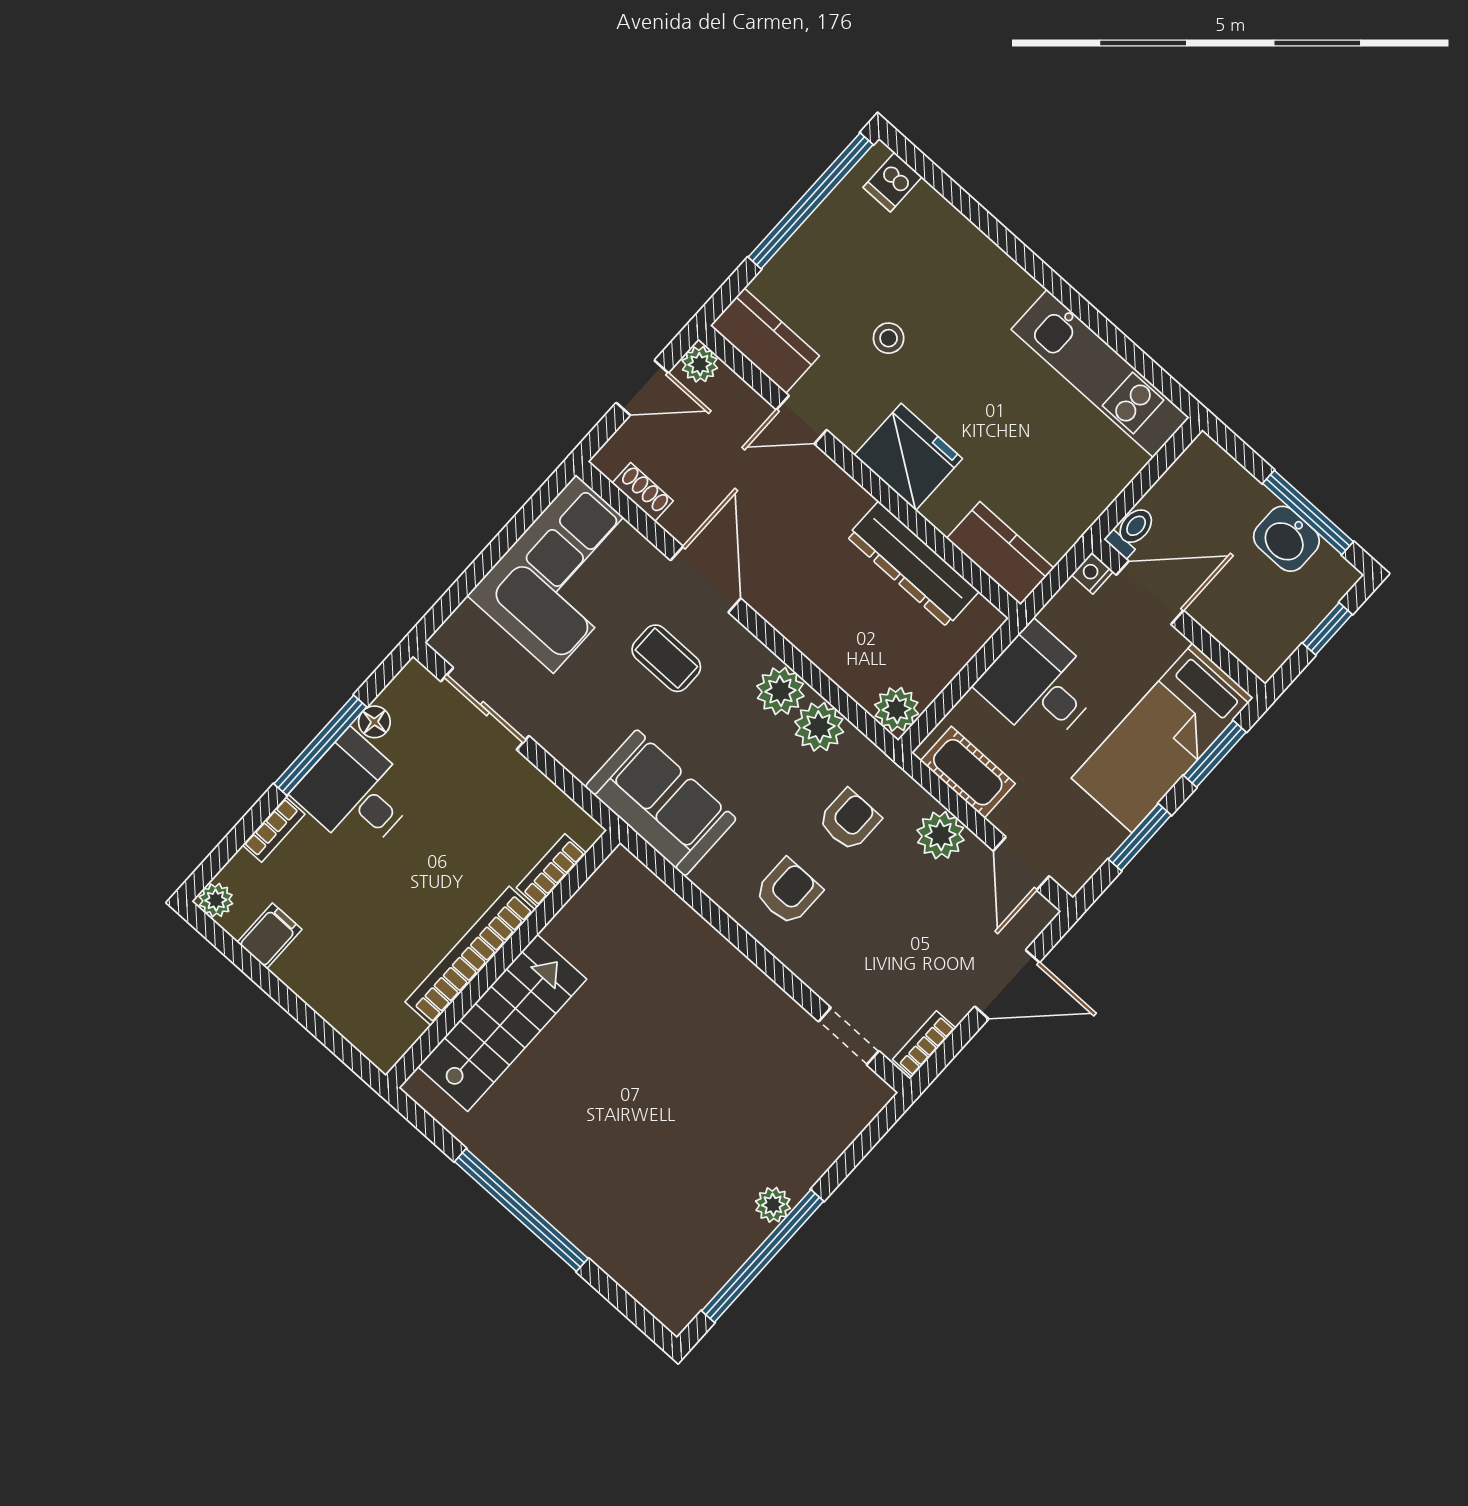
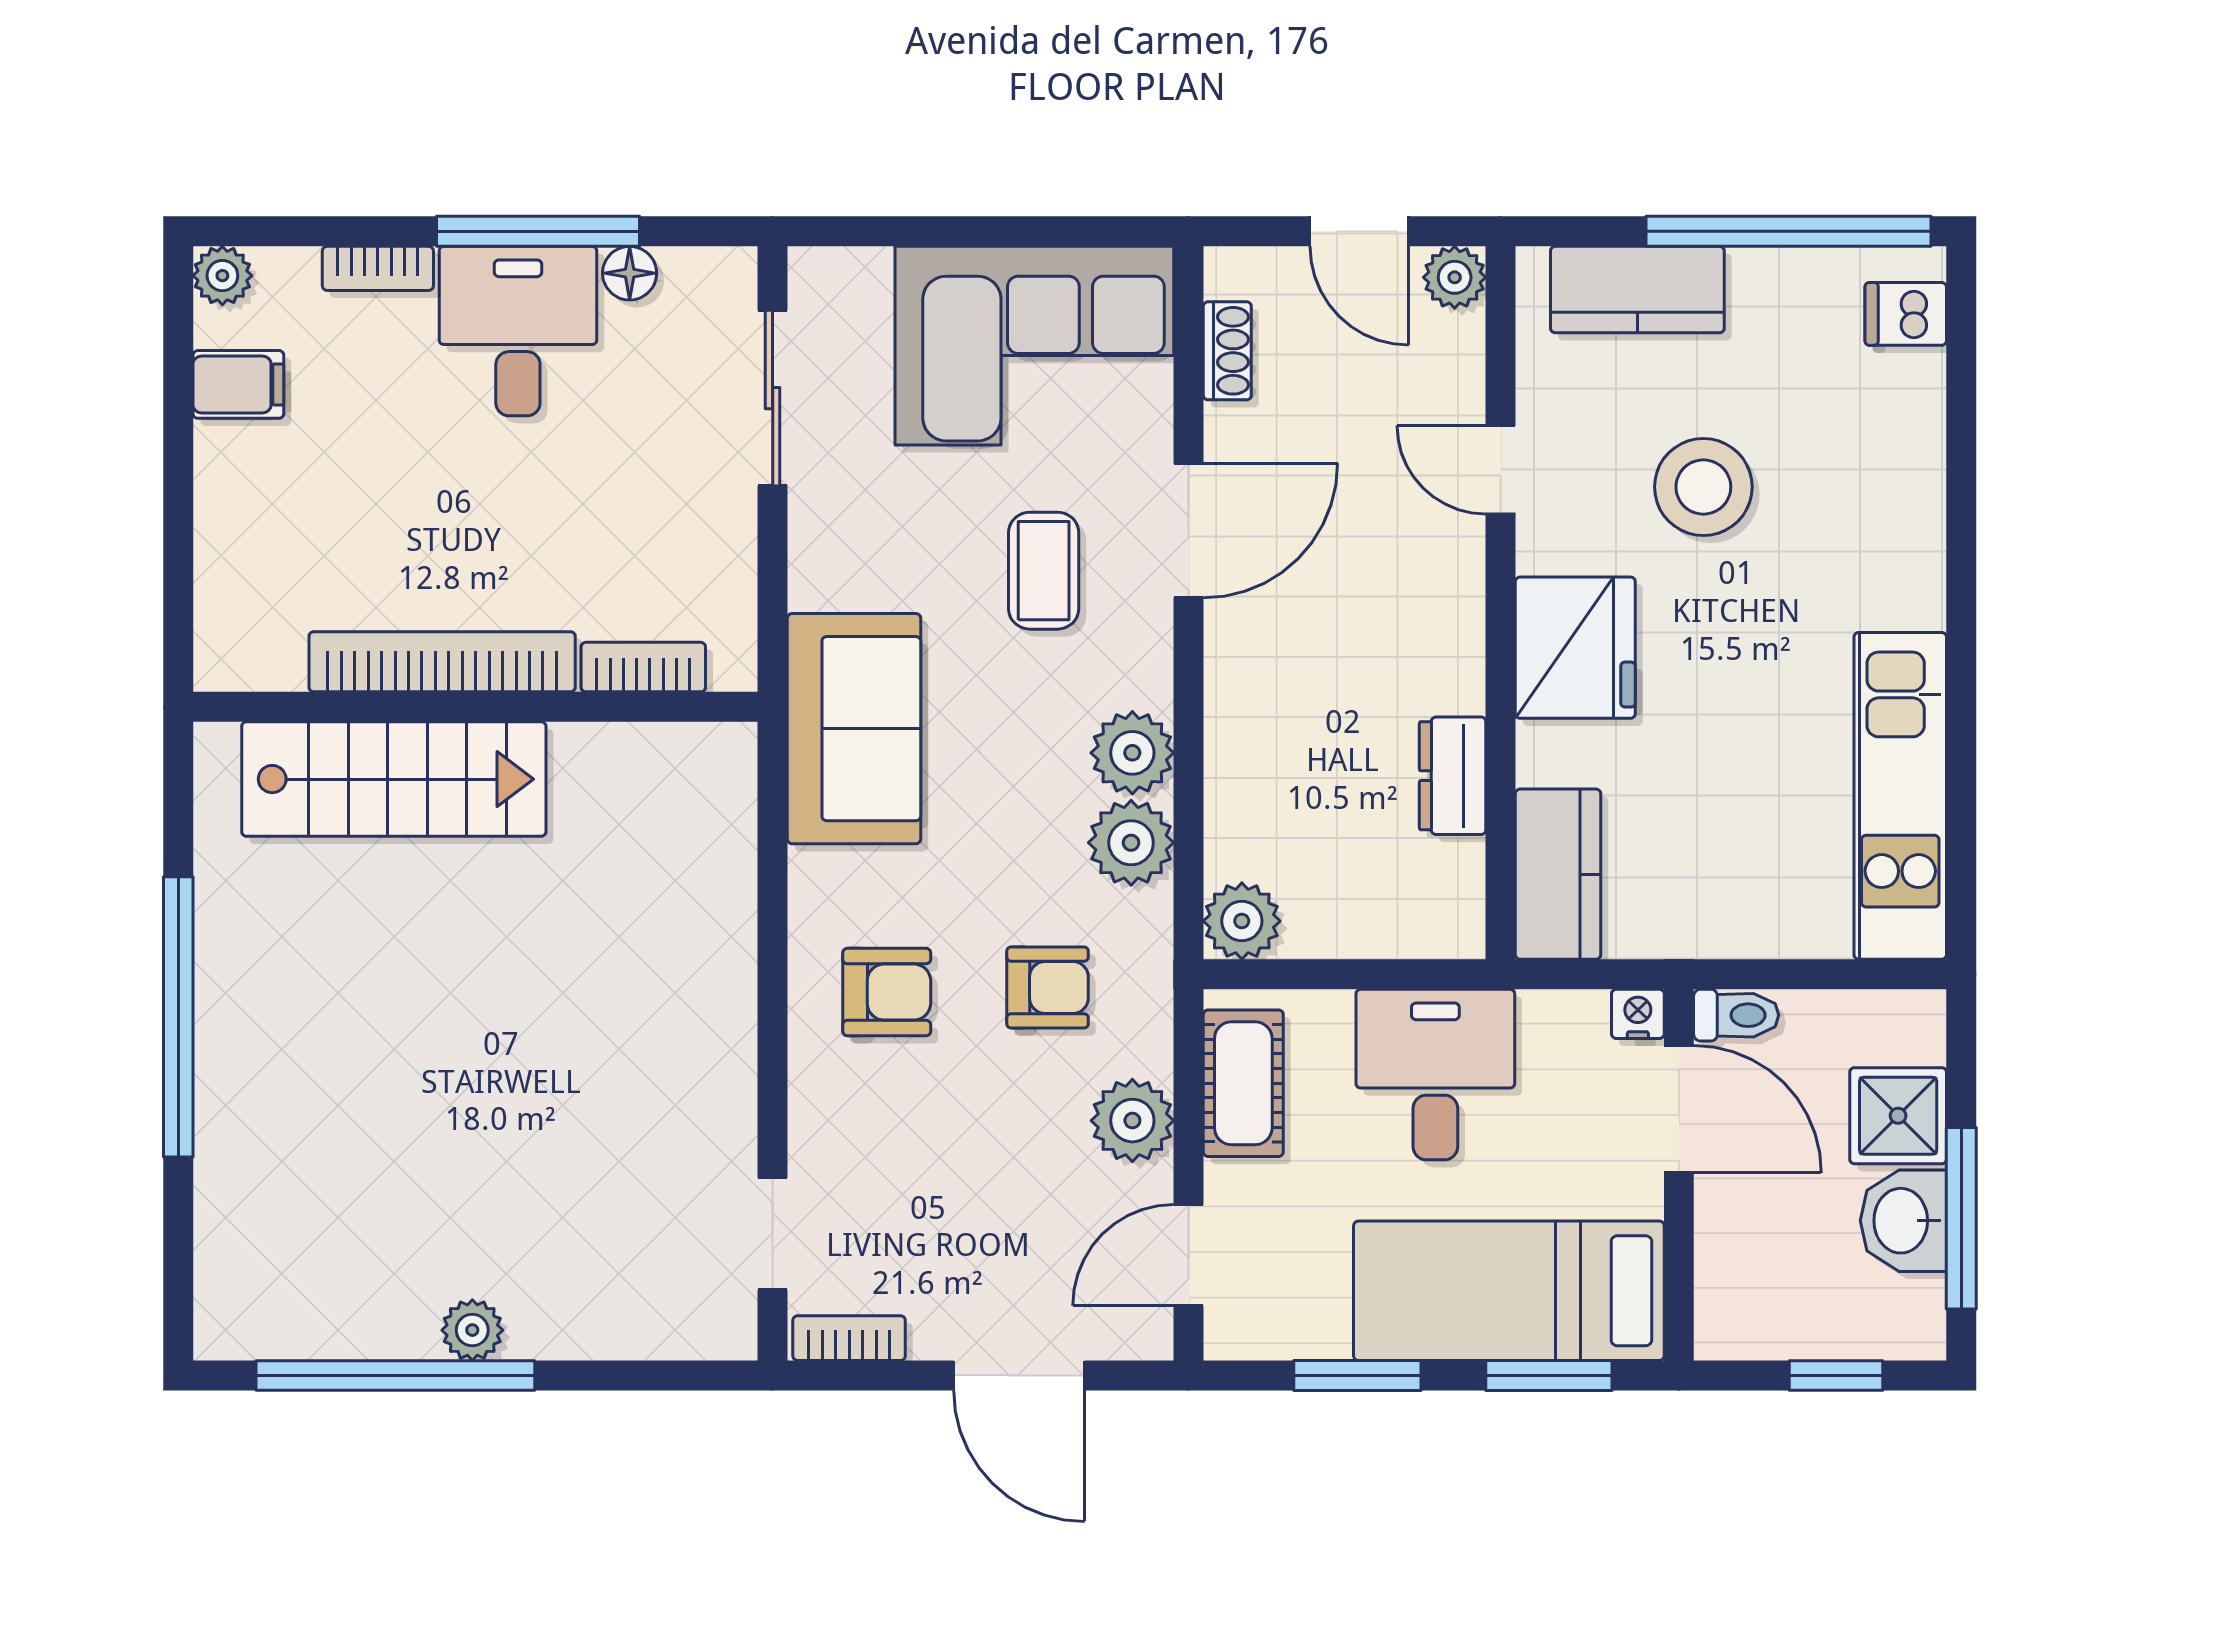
stool: (889, 338) -> (1703, 487), width x1.89, depth x1.89
kitchen counter: (765, 341) -> (1637, 290), moved, turned 90
shower: (1239, 500) -> (1898, 1116), added
dresser: (913, 564) -> (1453, 776), width x0.51, depth x0.80

